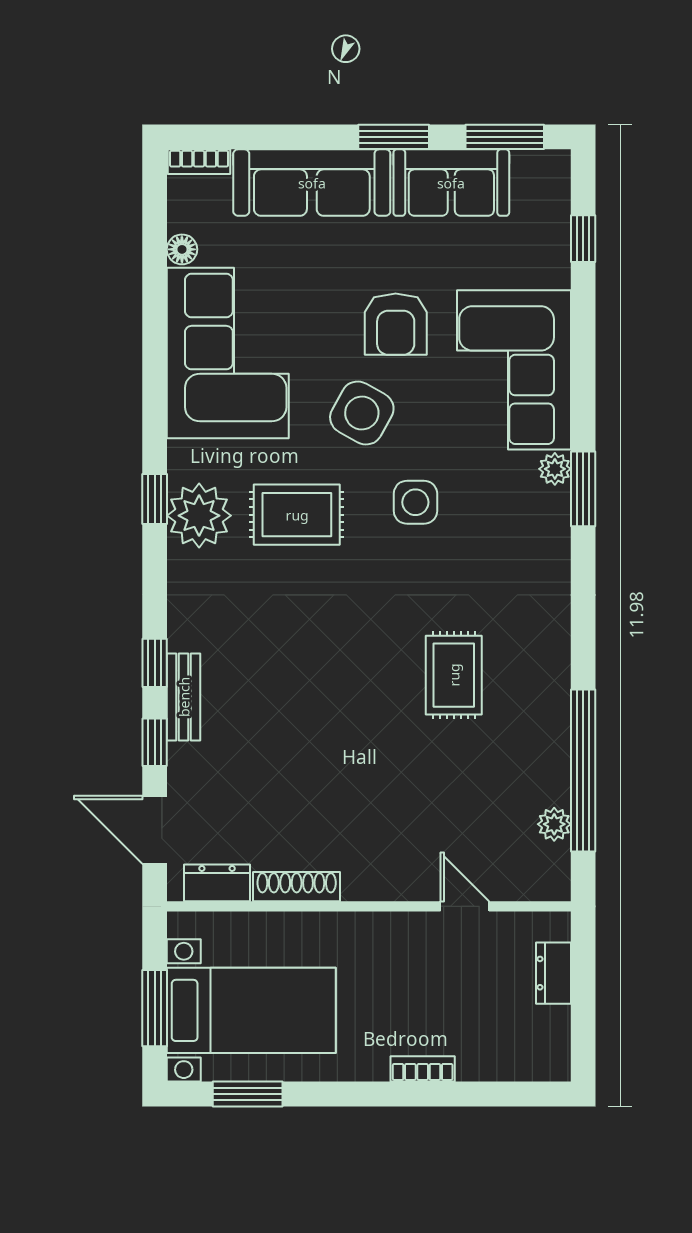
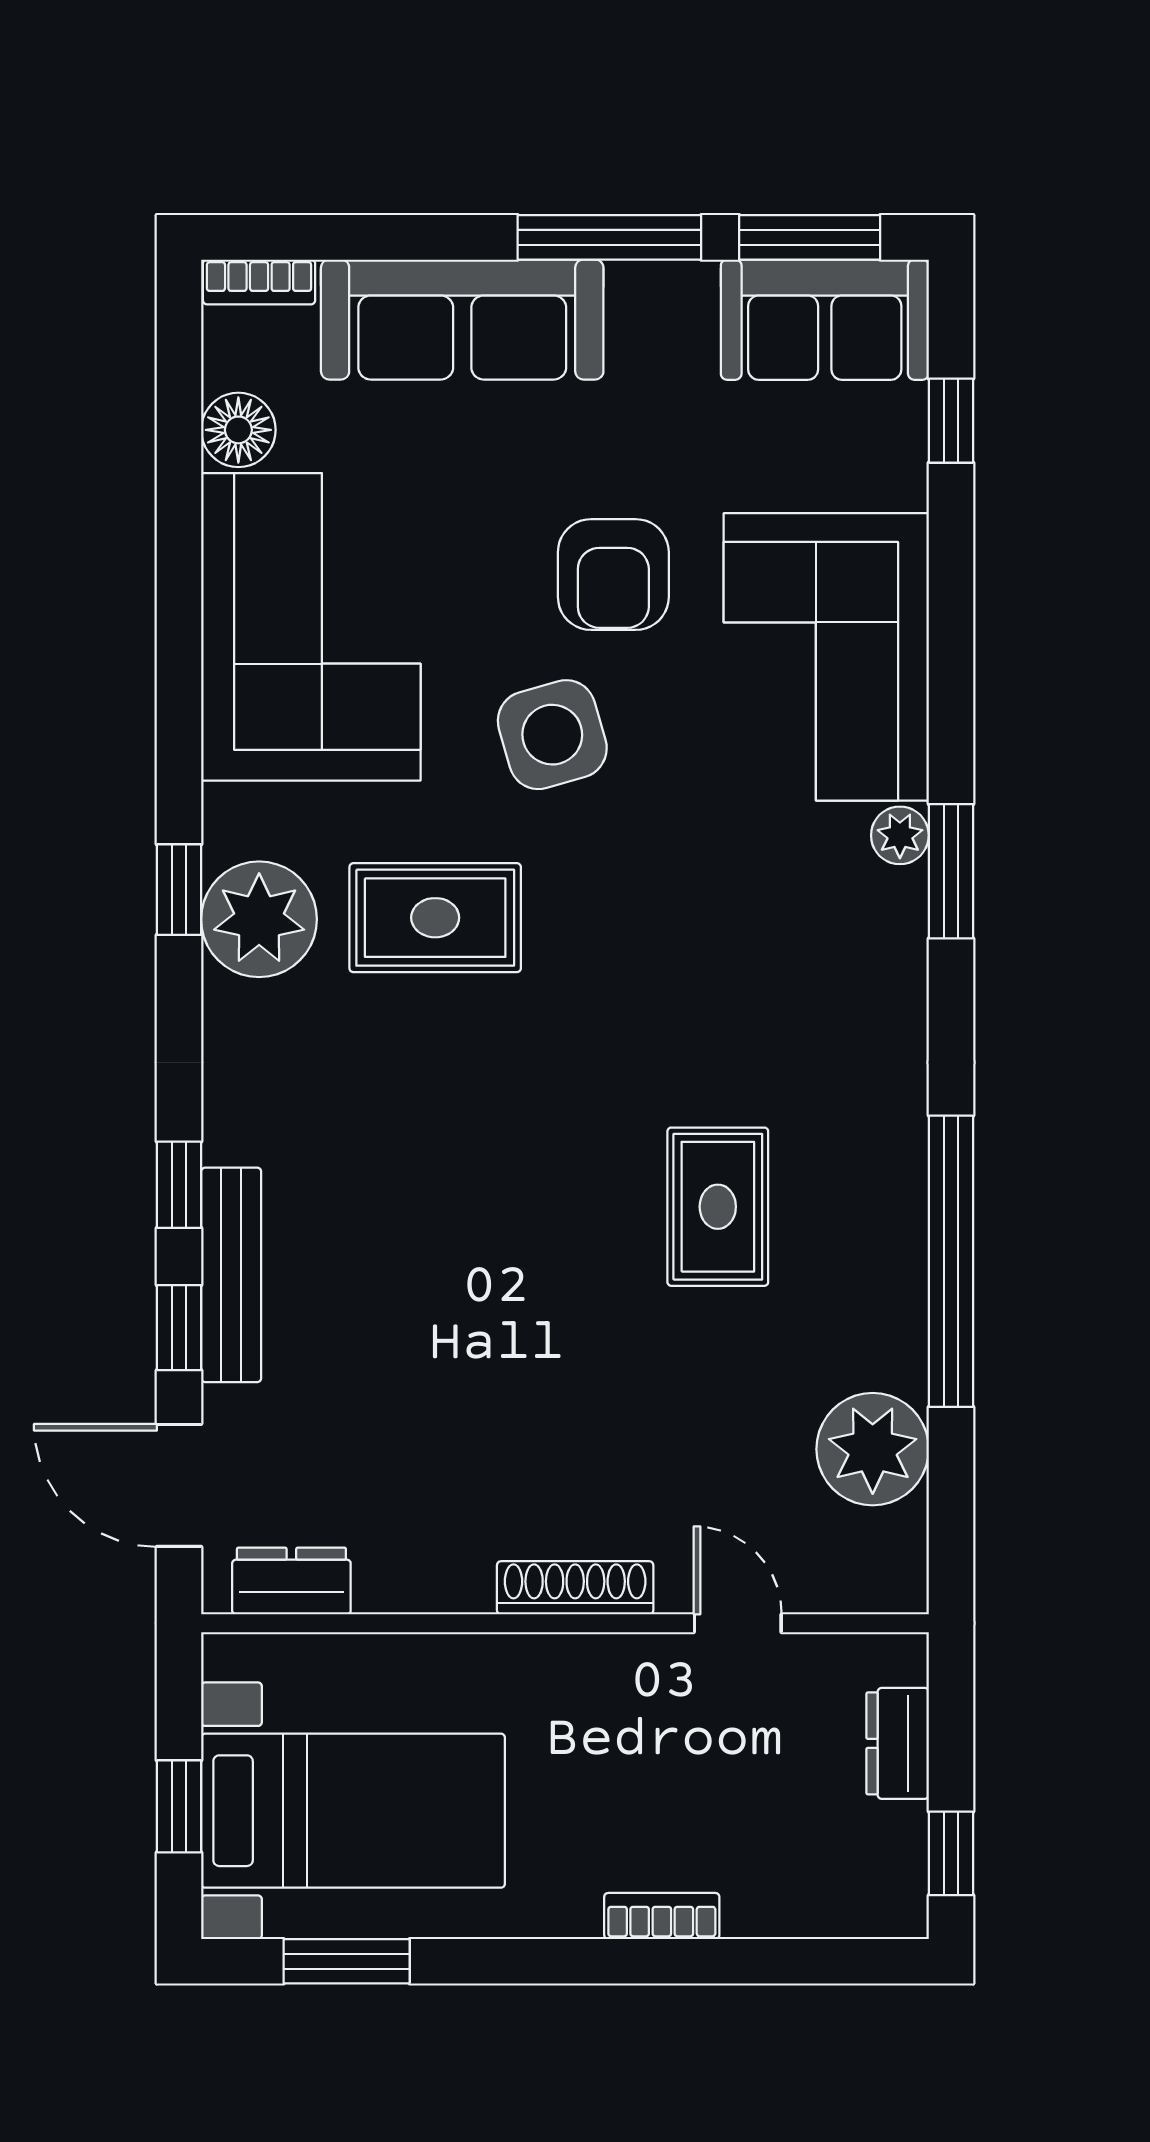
window: (394, 137) -> (609, 237), width x1.44
sofa: (451, 183) -> (825, 320), moved
floor lamp: (182, 249) -> (238, 430), width x1.37, depth x1.37
side table: (362, 413) -> (552, 735), turned 45
side table: (415, 502) -> (649, 895), removed
bench: (184, 697) -> (231, 1275), width x1.36
window: (583, 770) -> (951, 1261), moved
plant: (554, 824) -> (873, 1449), width x1.87, depth x1.87
shoe rack: (297, 887) -> (575, 1588), moved
window: (155, 1008) -> (179, 1806), width x0.67
window: (583, 1034) -> (951, 1853), added

